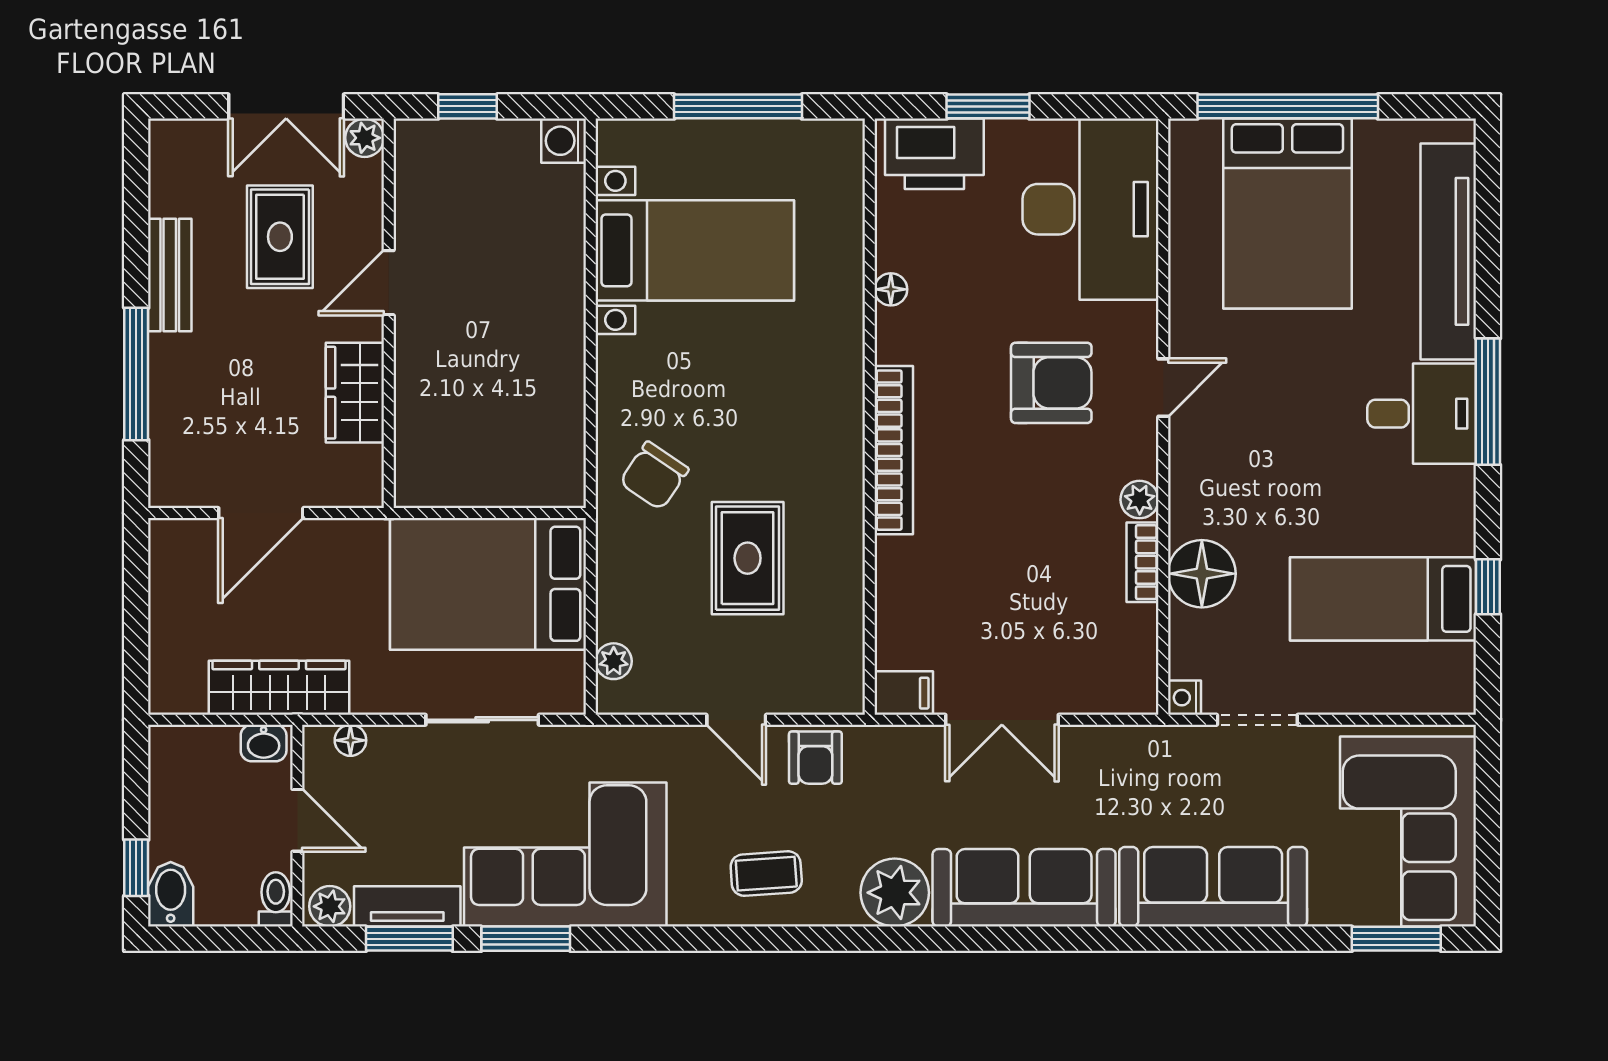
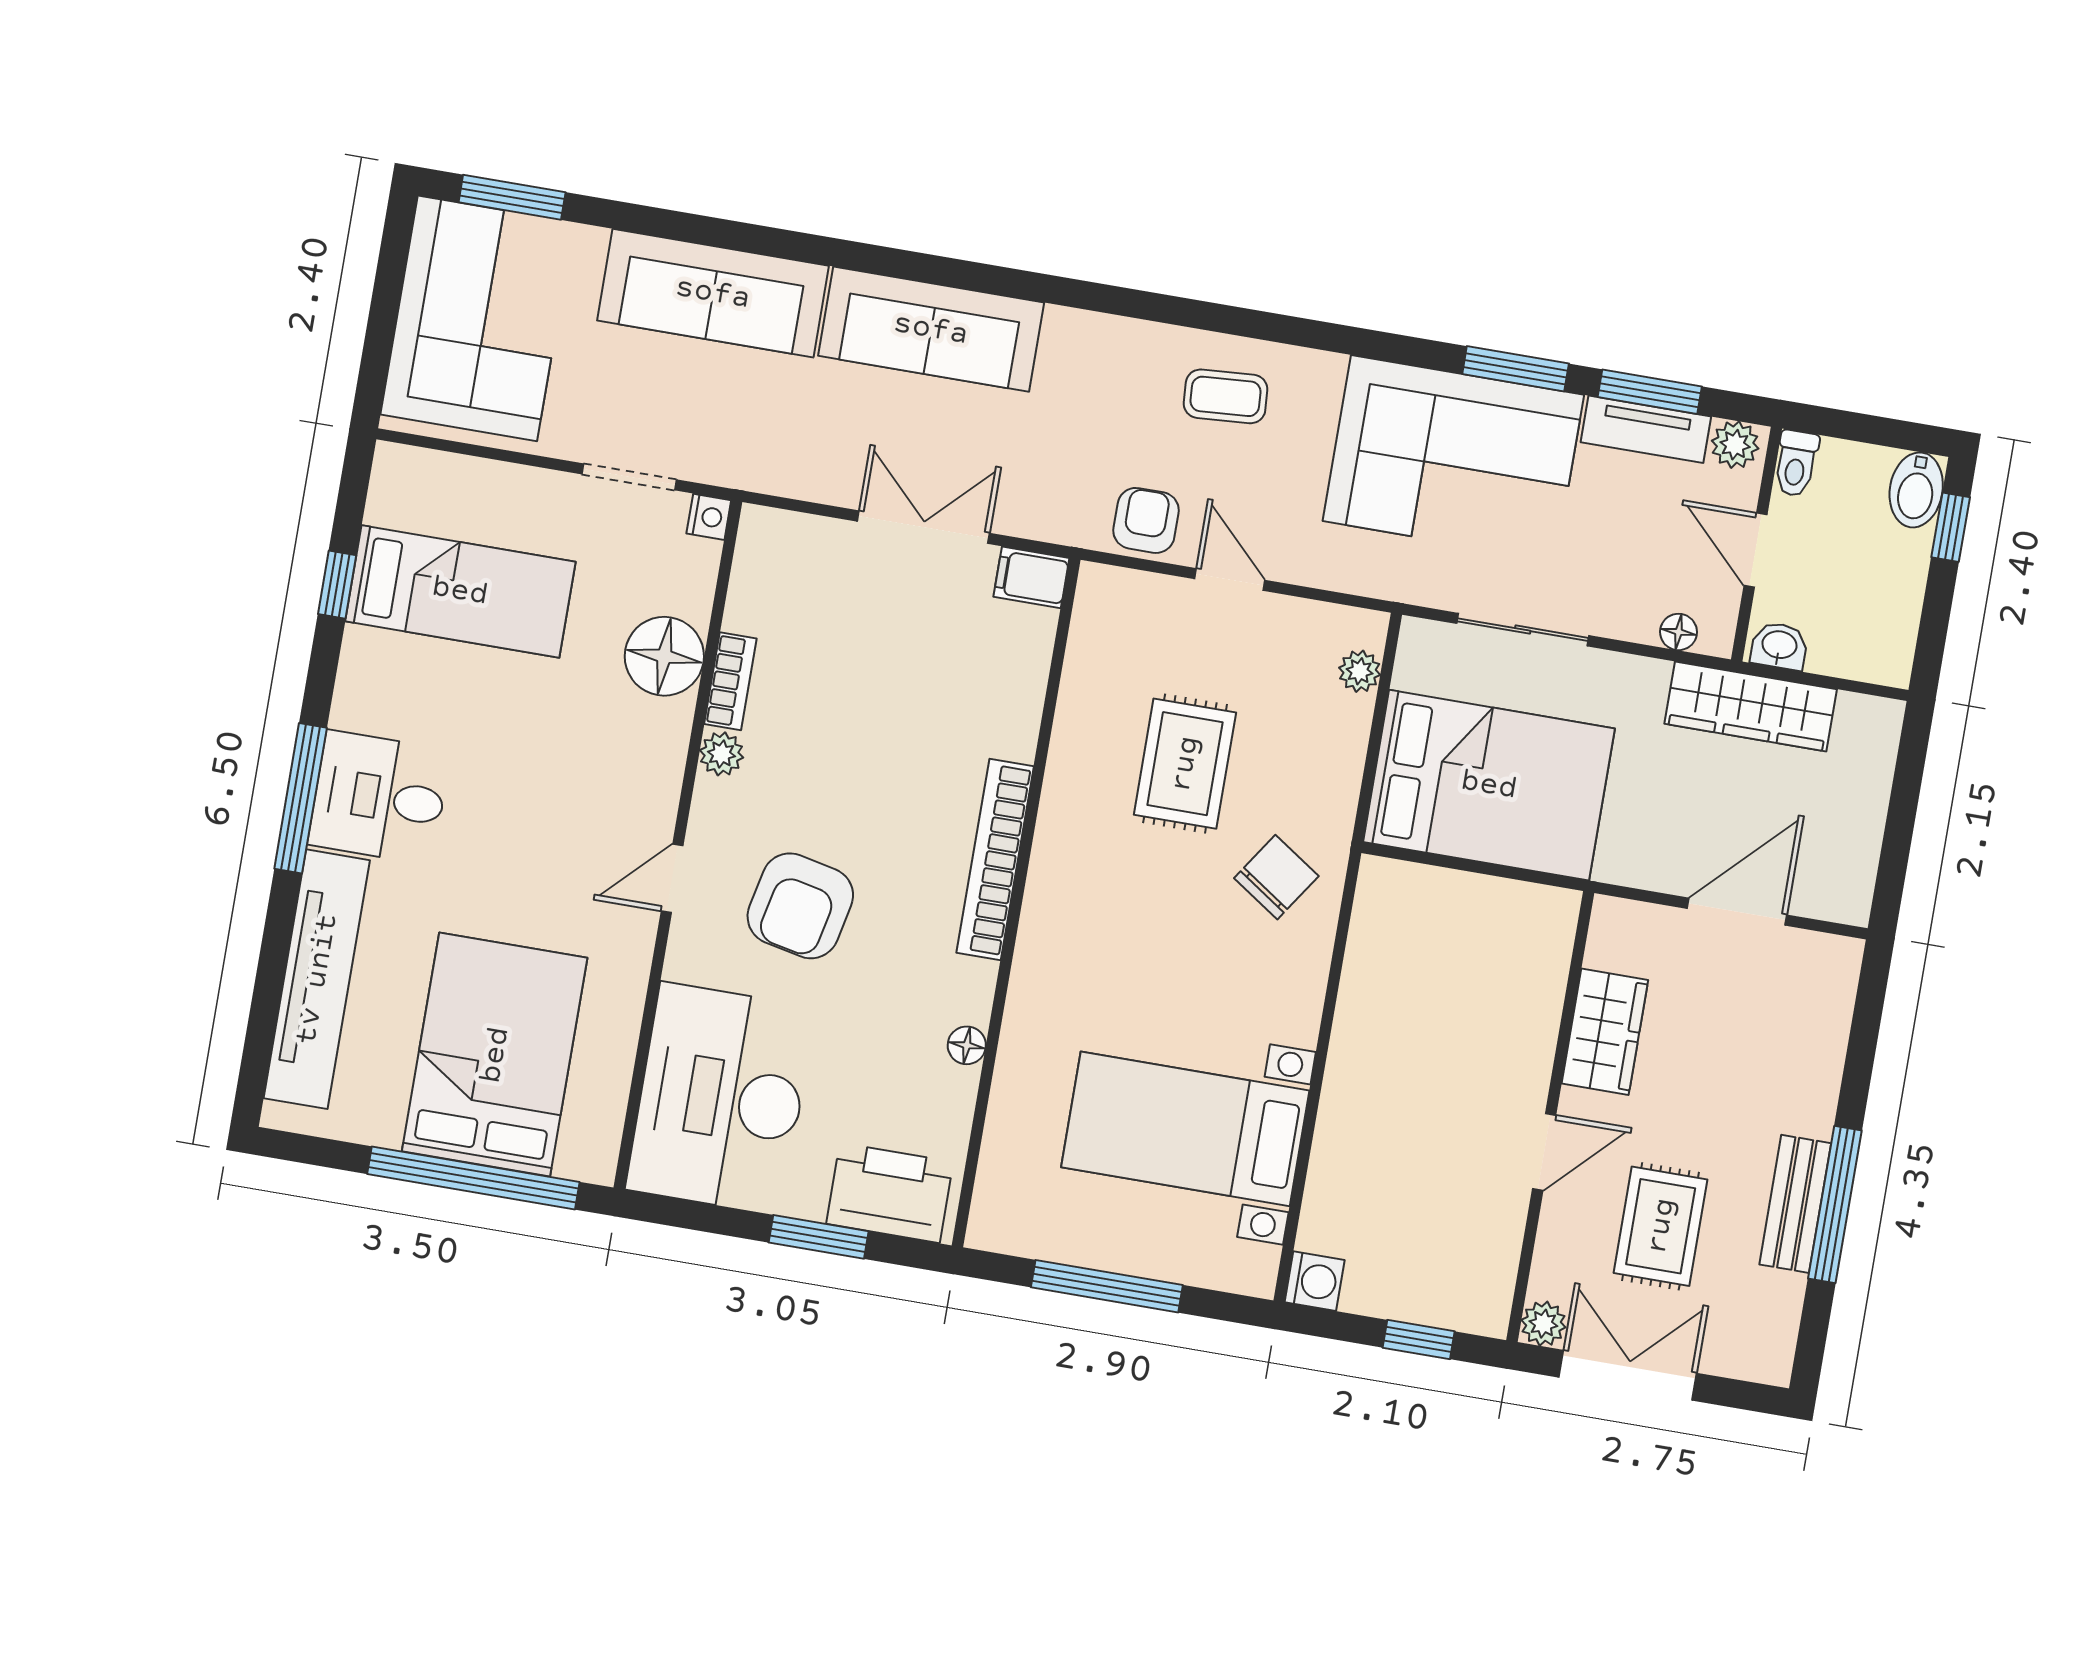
window: (136, 374) -> (1835, 1205), moved
armchair: (1051, 383) -> (800, 906), turned -78
plant: (895, 893) -> (1081, 349), removed

